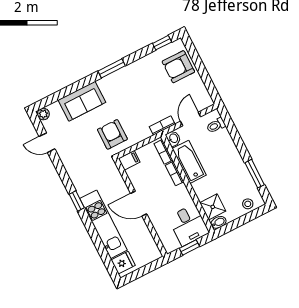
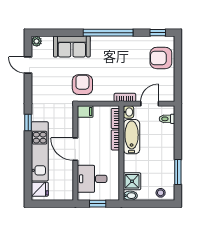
window: (112, 68) -> (108, 33), width x2.11
desk: (188, 225) -> (92, 179), moved, turned 90

